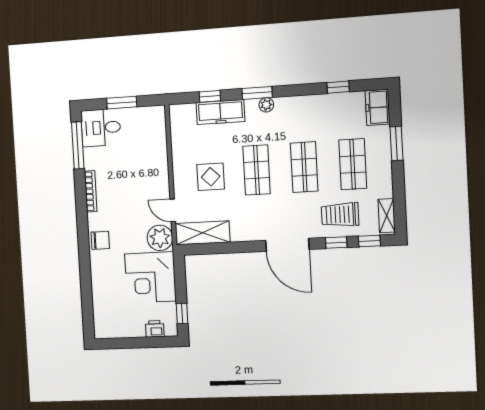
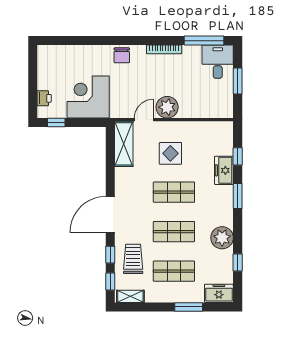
plant: (266, 105) -> (222, 238), moved, width x1.88, depth x1.88
freezer: (220, 112) -> (224, 170), width x0.71
plant: (160, 238) -> (167, 107), moved

